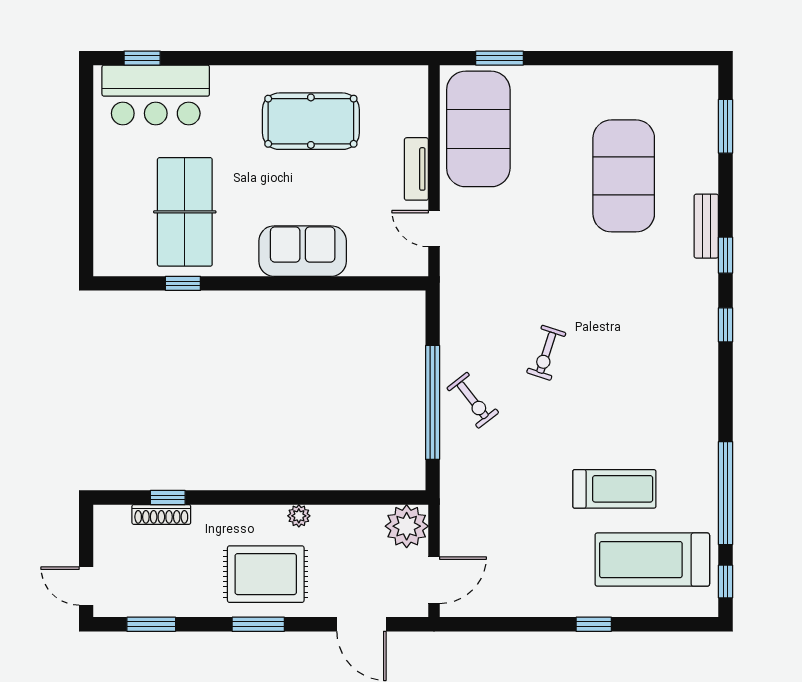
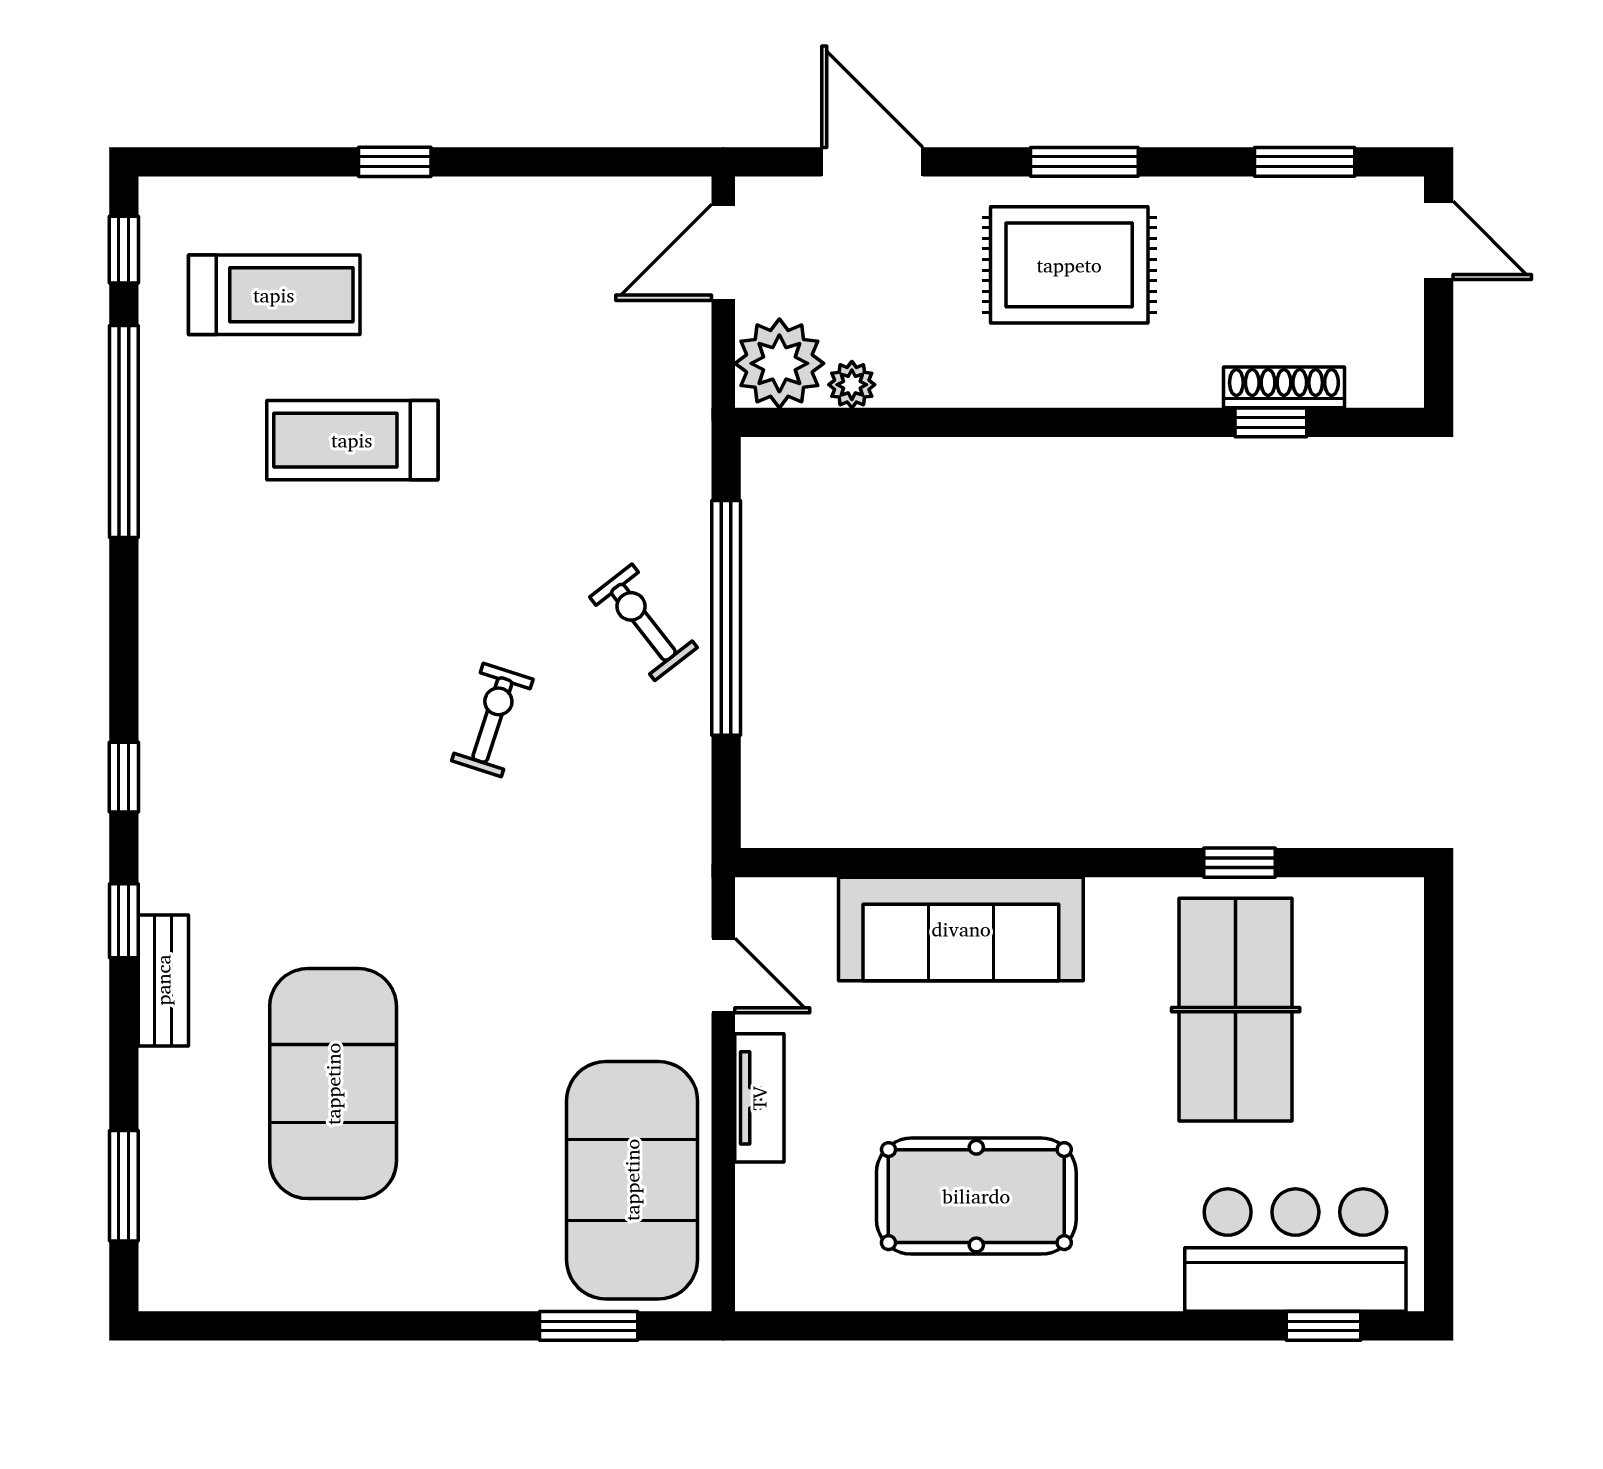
sofa: (303, 251) -> (961, 929), width x1.36
plant: (299, 516) -> (852, 385), moved
treadmill: (652, 560) -> (274, 295), width x0.73, depth x0.73

